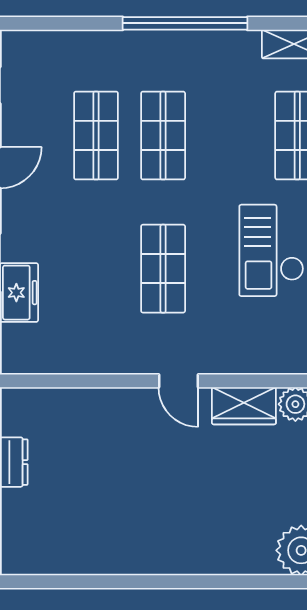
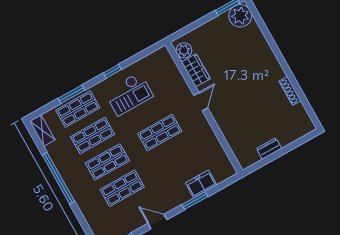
shop shelf: (230, 136) -> (93, 135), added
shoe rack: (102, 565) -> (290, 91), added

